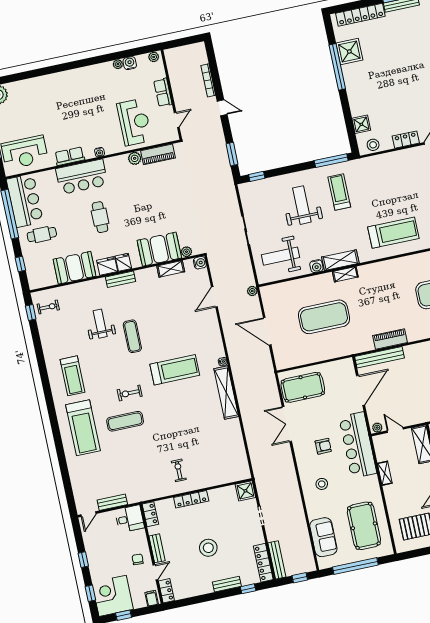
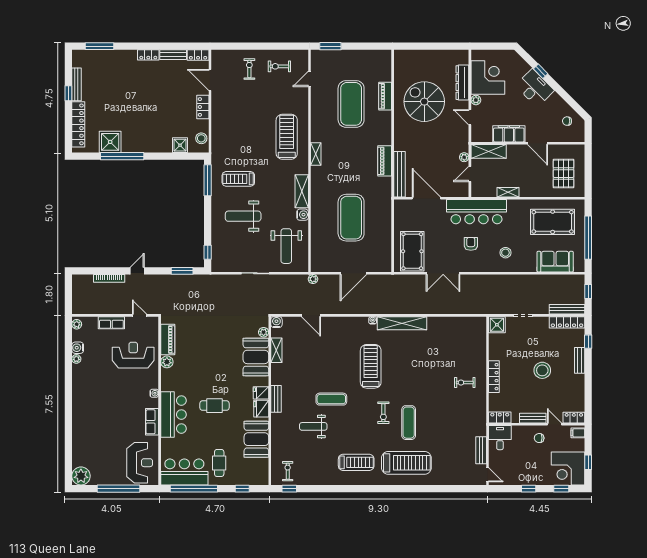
shelving: (345, 274) -> (316, 154), moved
plant: (377, 428) -> (464, 157), moved

